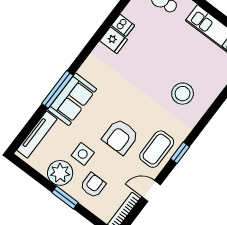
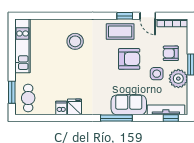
window: (58, 89) -> (116, 118), moved
window: (24, 133) -> (171, 118), added
window: (180, 153) -> (125, 16), moved

